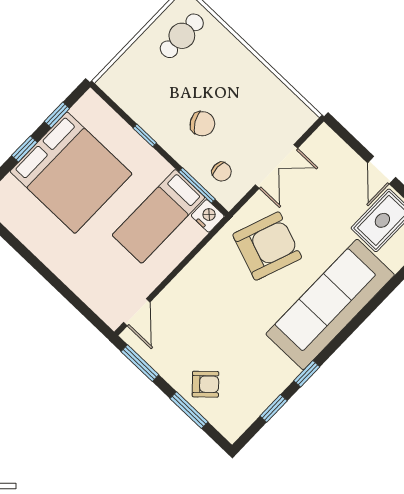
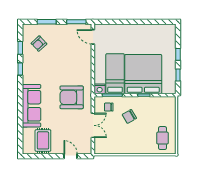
double door: (276, 167) -> (93, 125), swing flipped
door: (382, 170) -> (71, 156), moved
bed: (71, 173) -> (143, 74), moved, turned 90
armchair: (267, 246) -> (72, 97), turned 70
sofa: (330, 304) -> (32, 106), width x0.74, depth x0.79
armchair: (205, 384) -> (39, 44), moved

